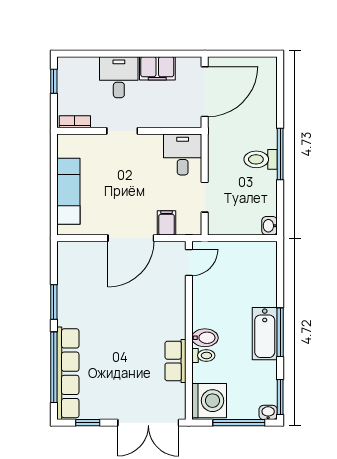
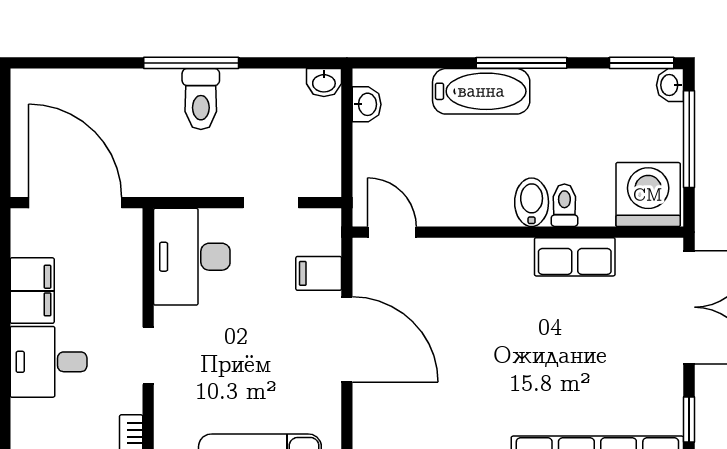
desk: (183, 154) -> (192, 257), width x1.37
washbasin: (258, 249) -> (367, 104), added
bathtub: (265, 334) -> (481, 91), moved

